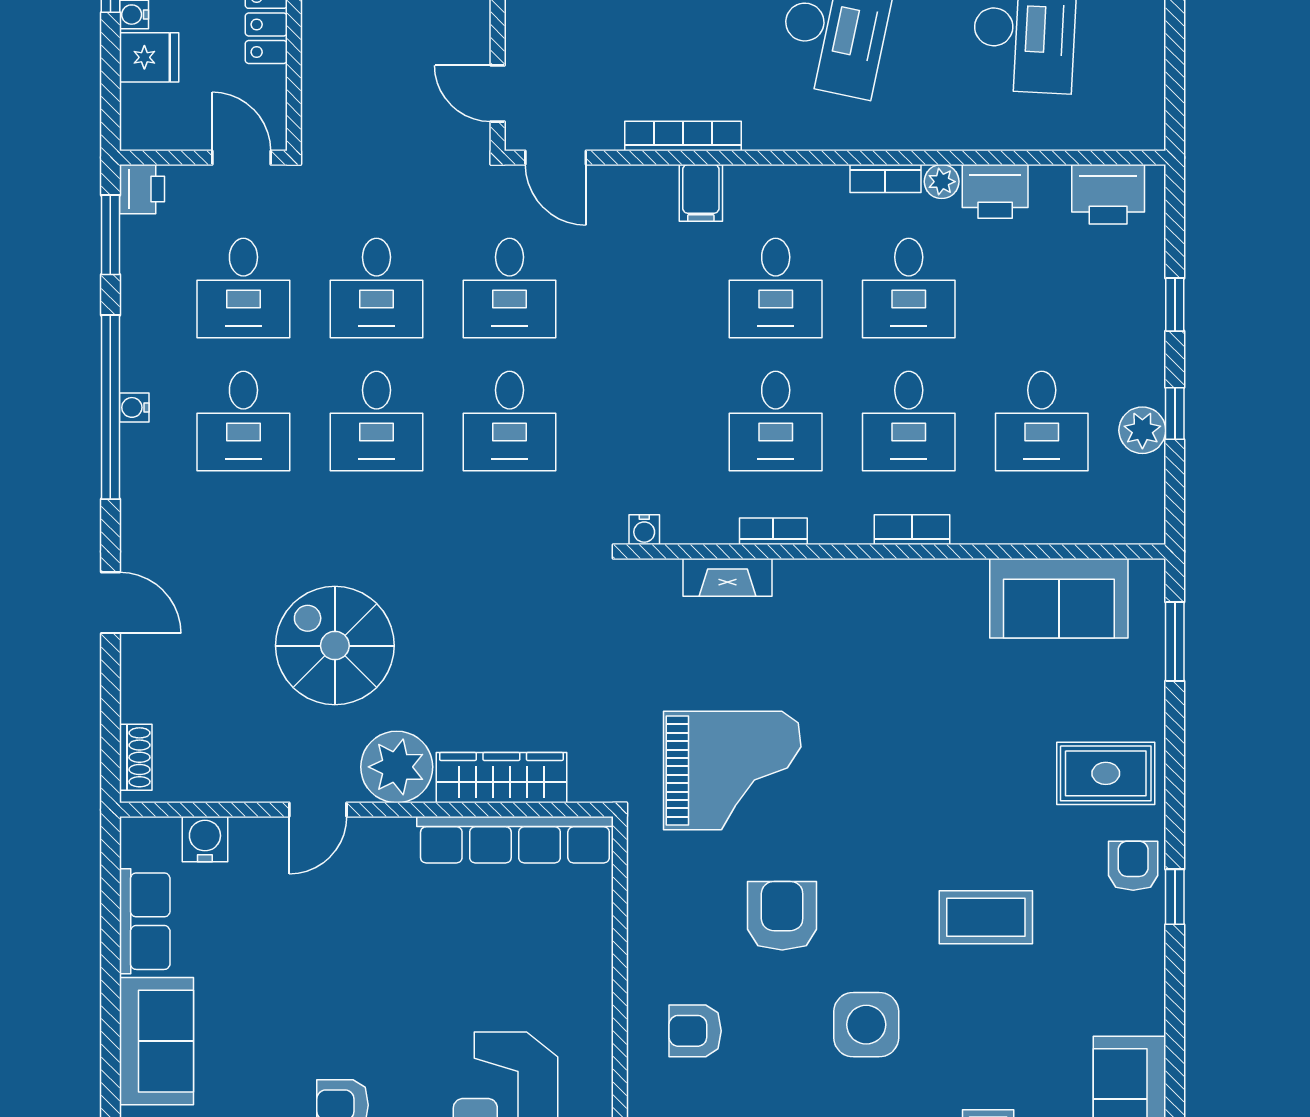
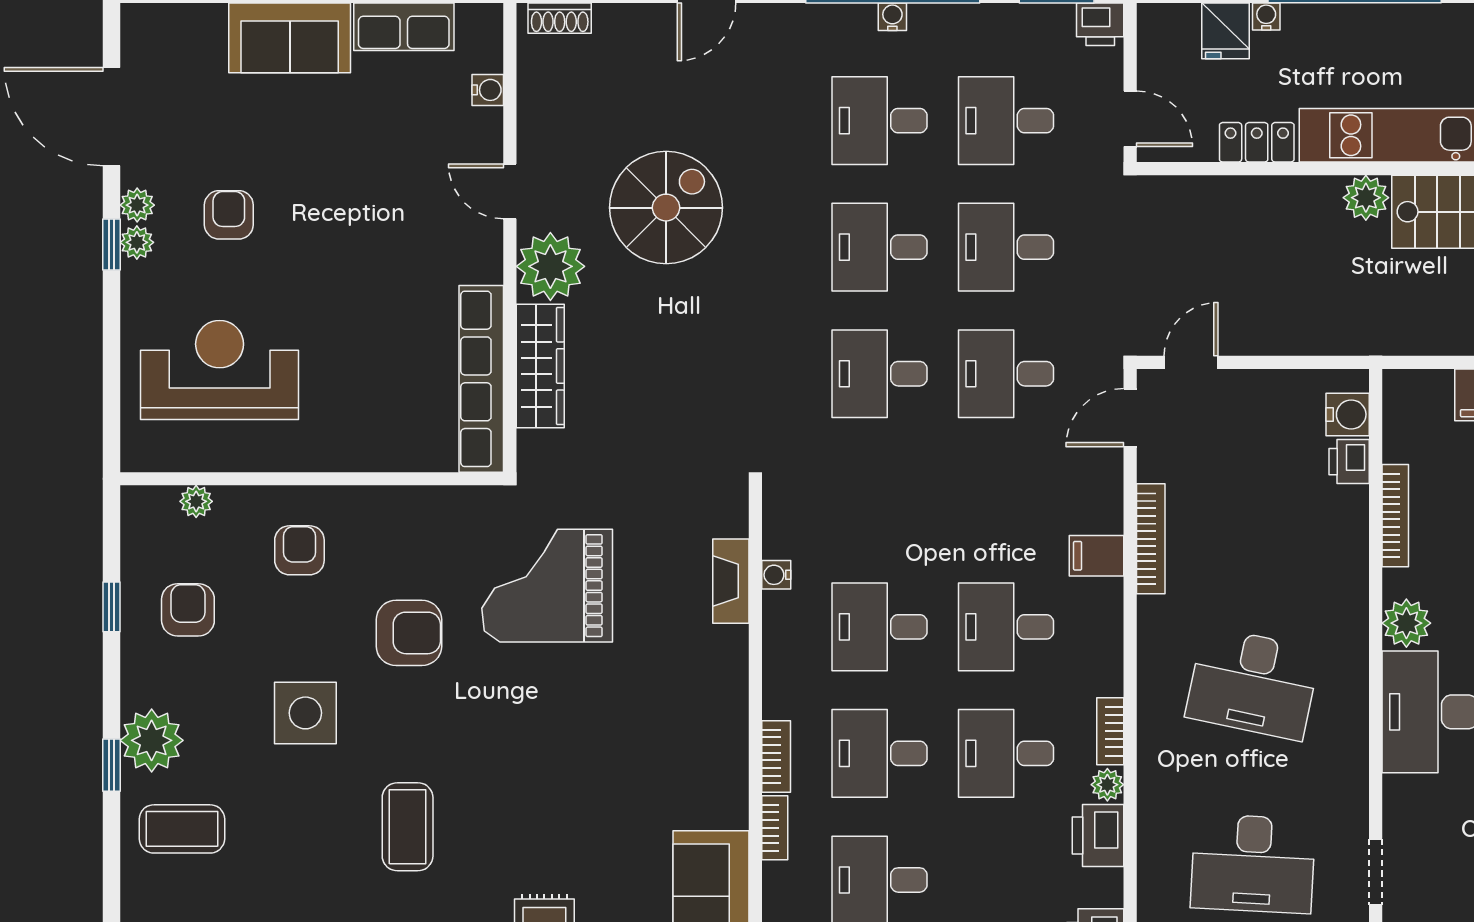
door: (242, 158) -> (1130, 119), hinge flipped
water cooler: (644, 530) -> (776, 575), moved
bookcase: (773, 531) -> (775, 828), moved
grand piano: (732, 771) -> (547, 586), turned 90
water cooler: (205, 839) -> (488, 90), width x0.72, depth x0.72

